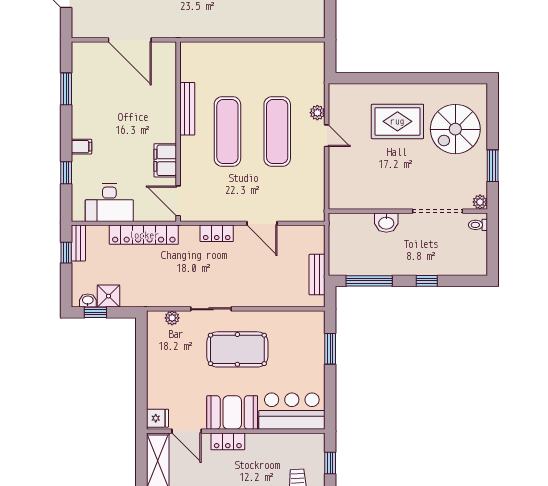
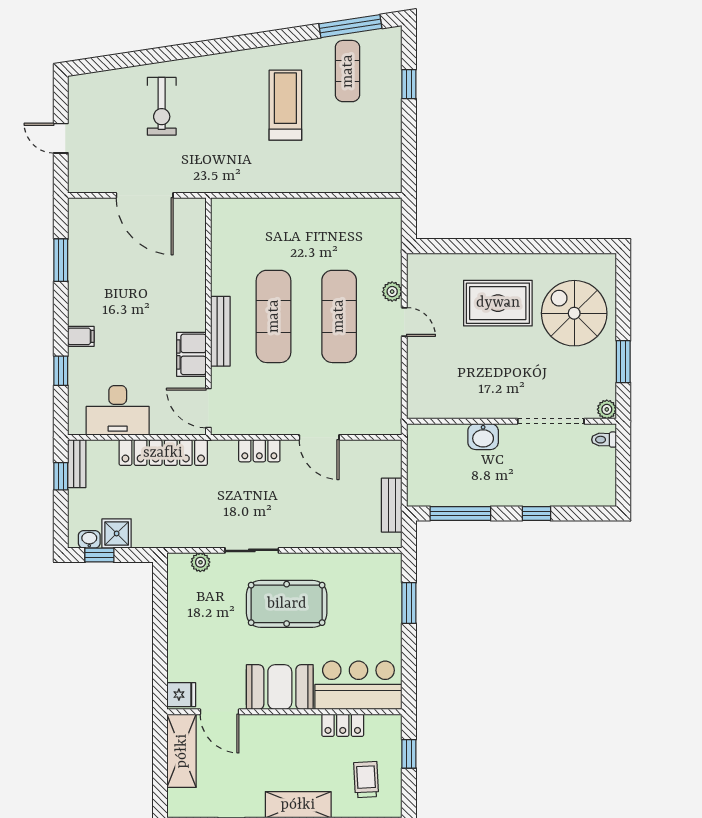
bench: (187, 109) -> (220, 331), moved
spiral stairs: (455, 129) -> (574, 313), turned 90
locker: (228, 441) -> (343, 725), moved

